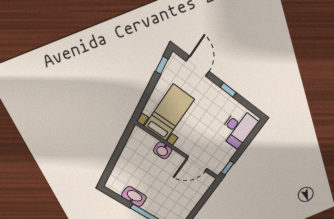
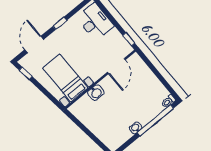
door: (198, 66) -> (34, 45), hinge flipped
washbasin: (134, 197) -> (136, 128), width x0.52, depth x0.69

